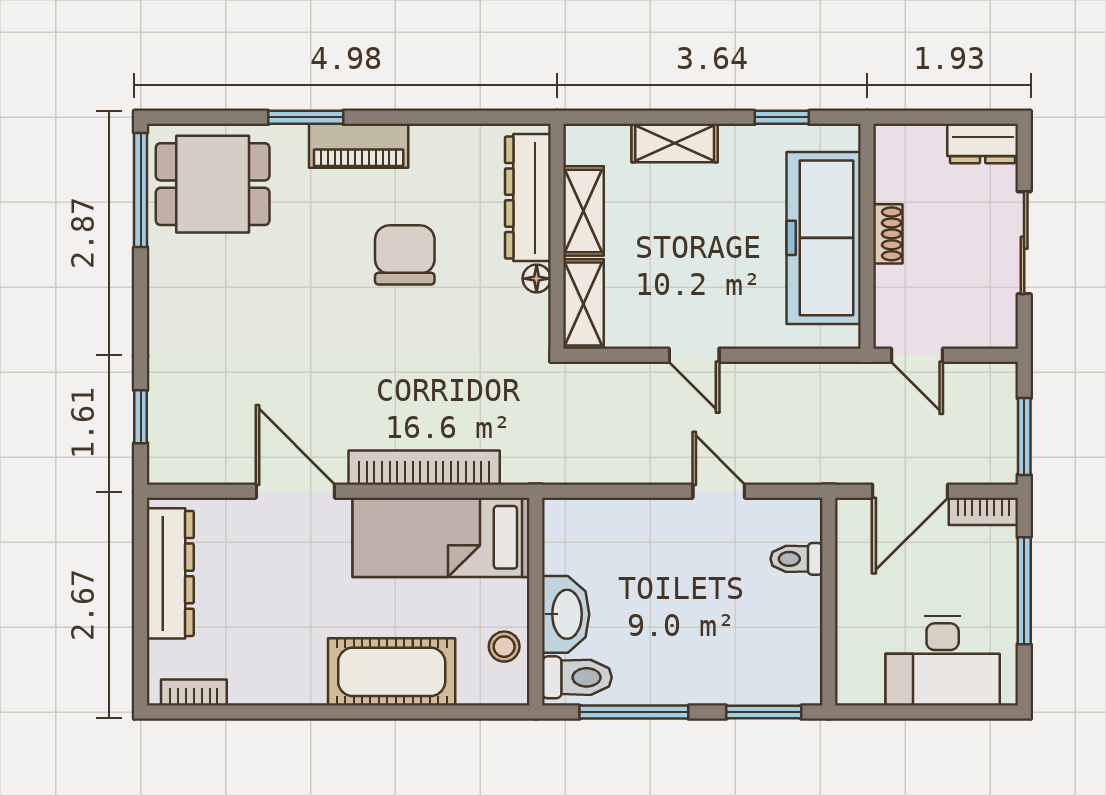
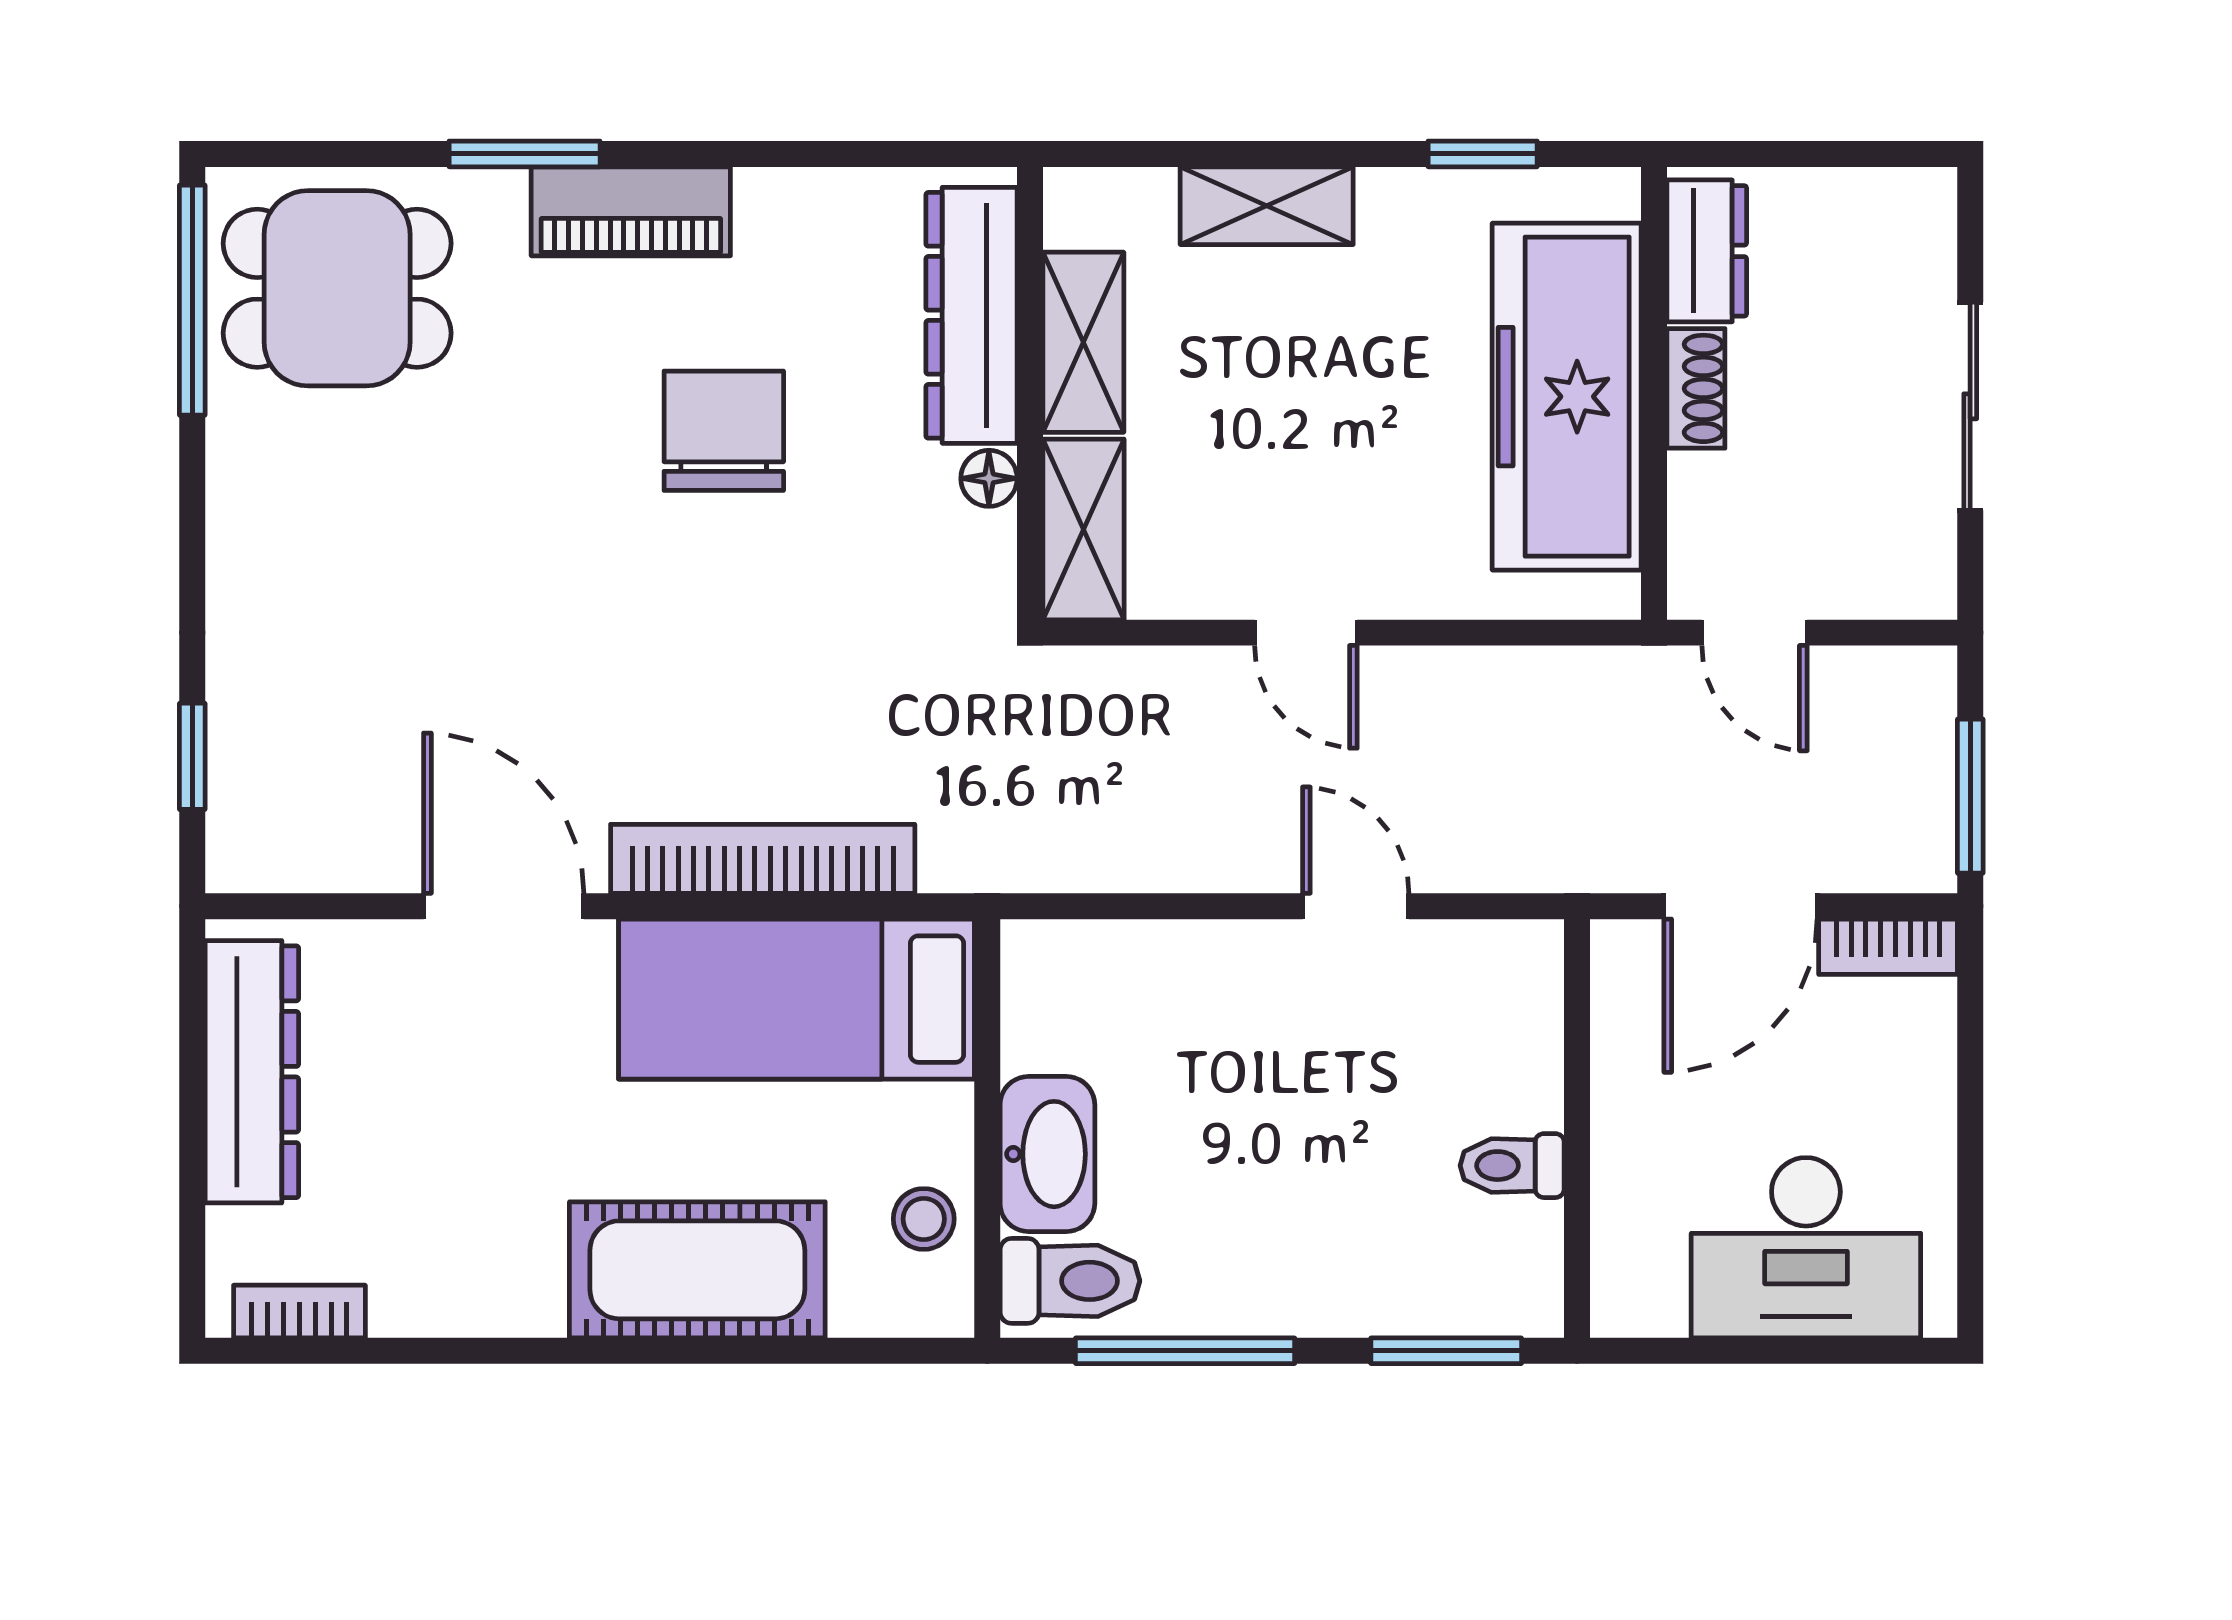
dresser: (983, 144) -> (1707, 251), moved, turned -90
toilet: (797, 559) -> (1512, 1166), moved
window: (1024, 591) -> (1970, 1107), removed

